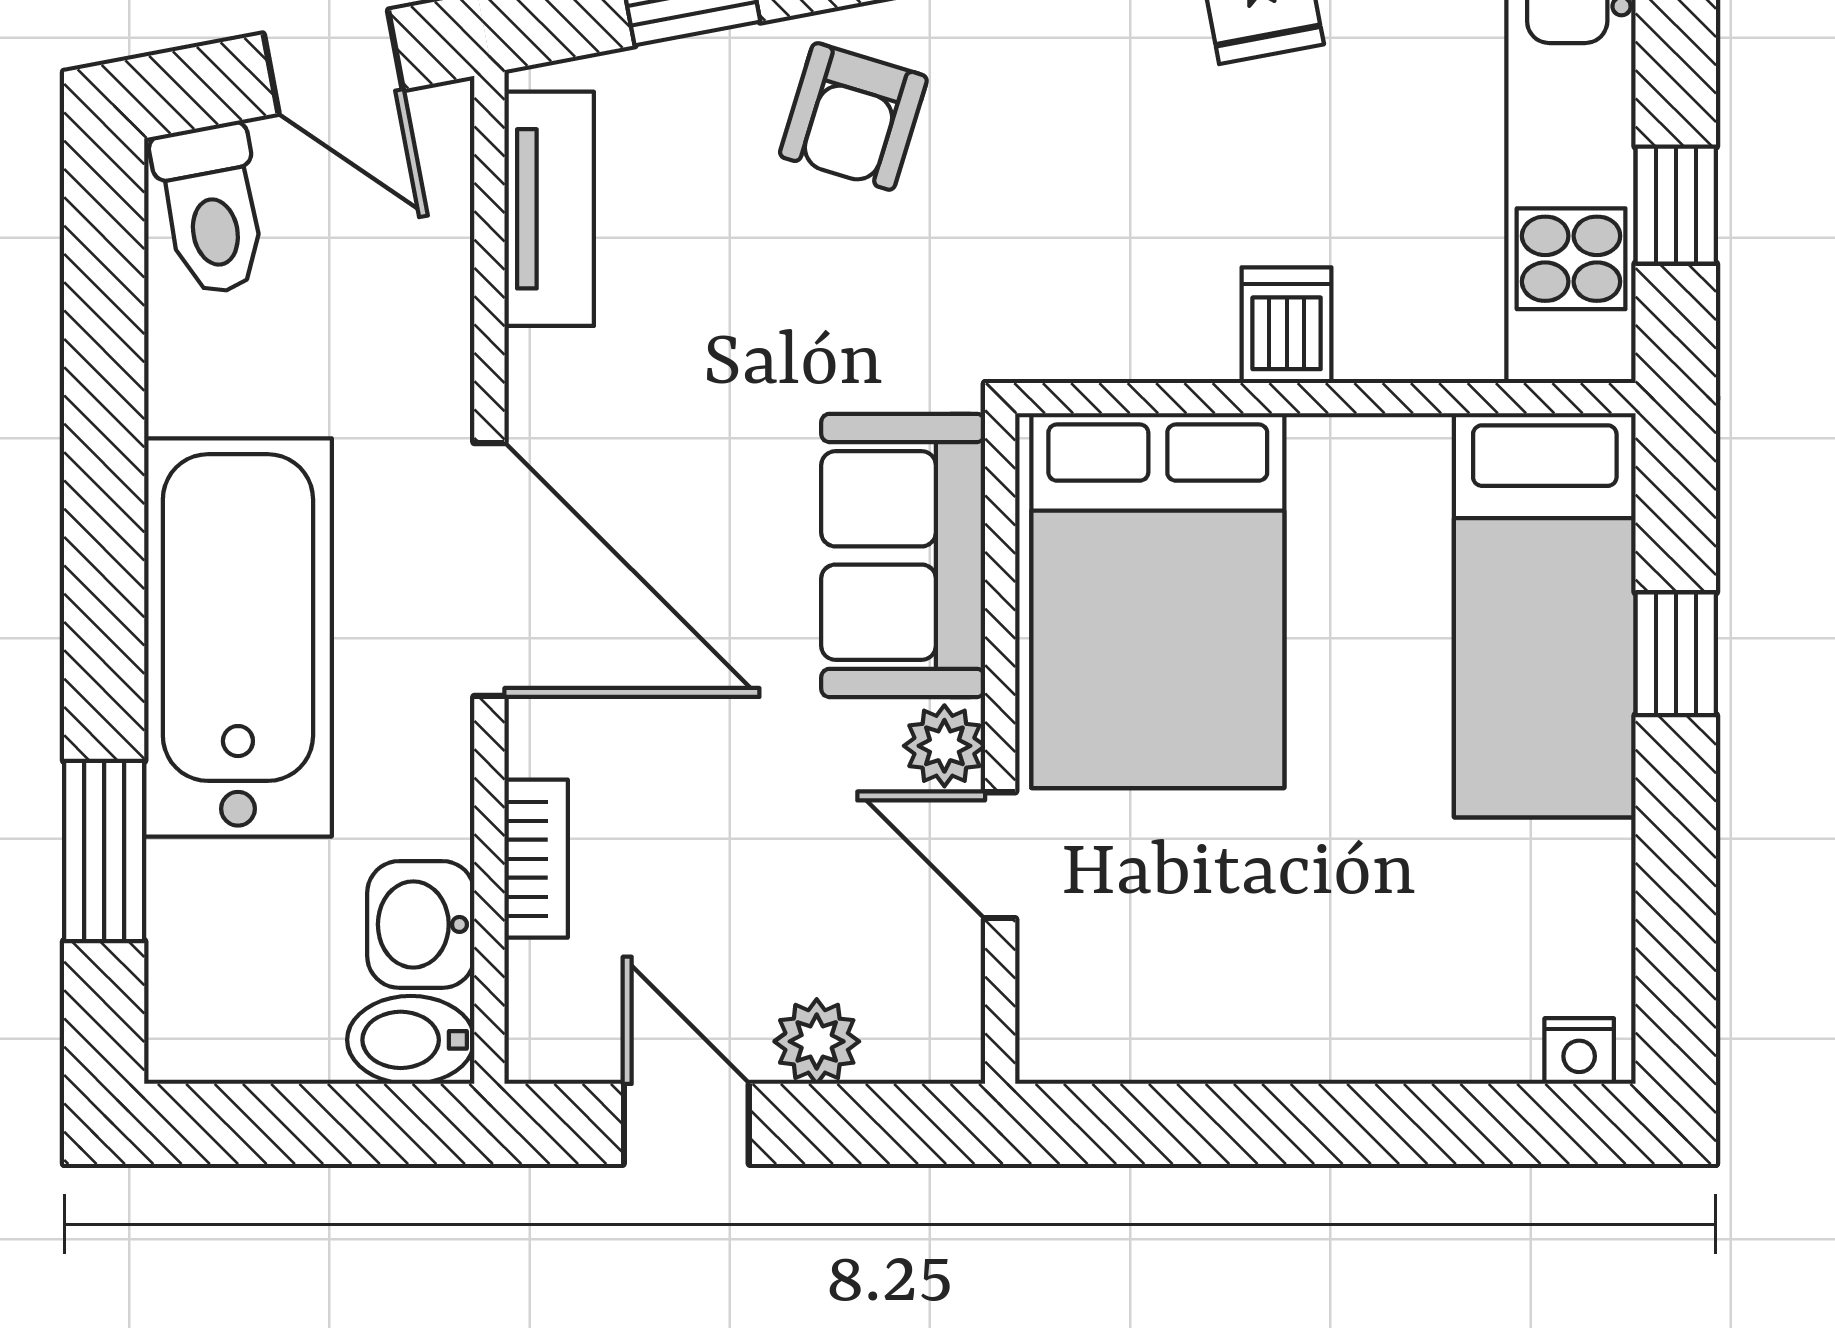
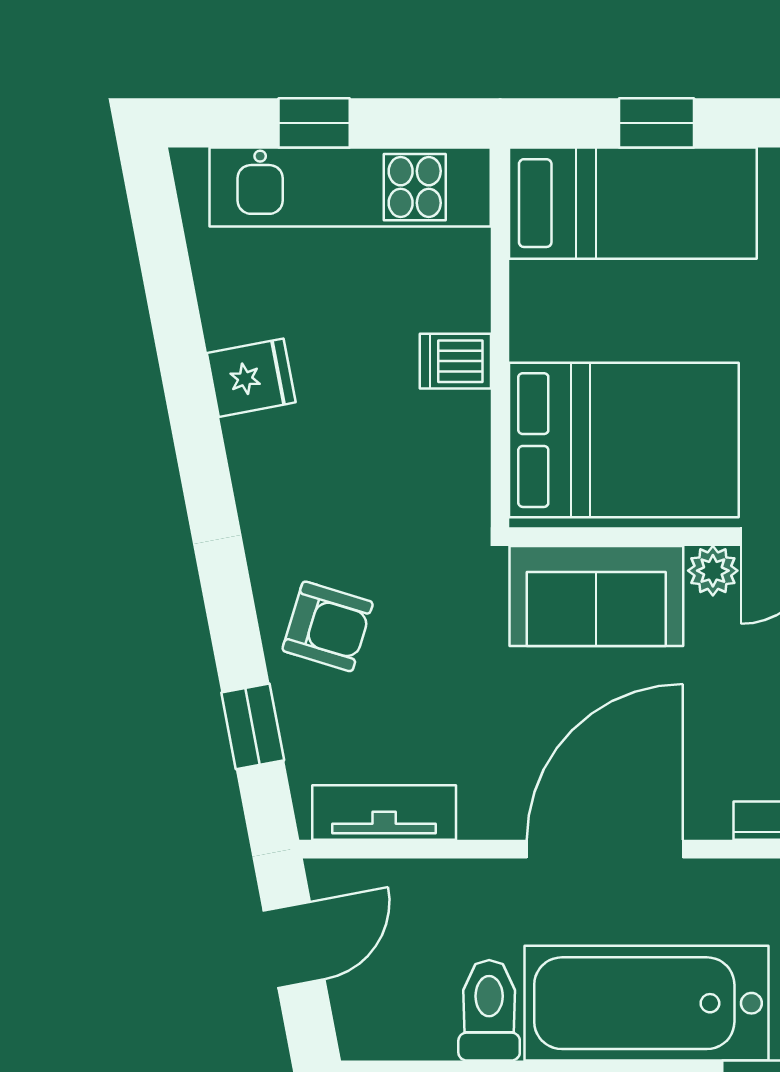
window: (1676, 205) -> (314, 123), moved
toilet: (211, 209) -> (489, 1010), moved, turned -79

